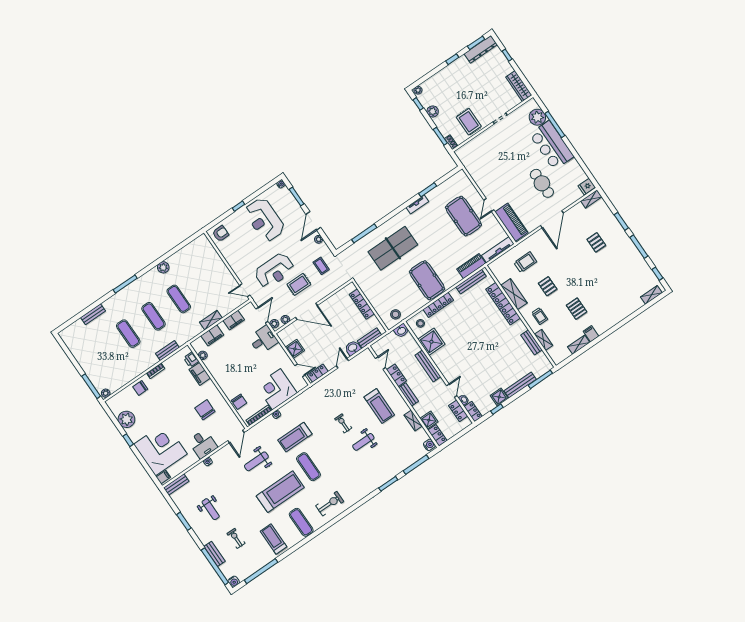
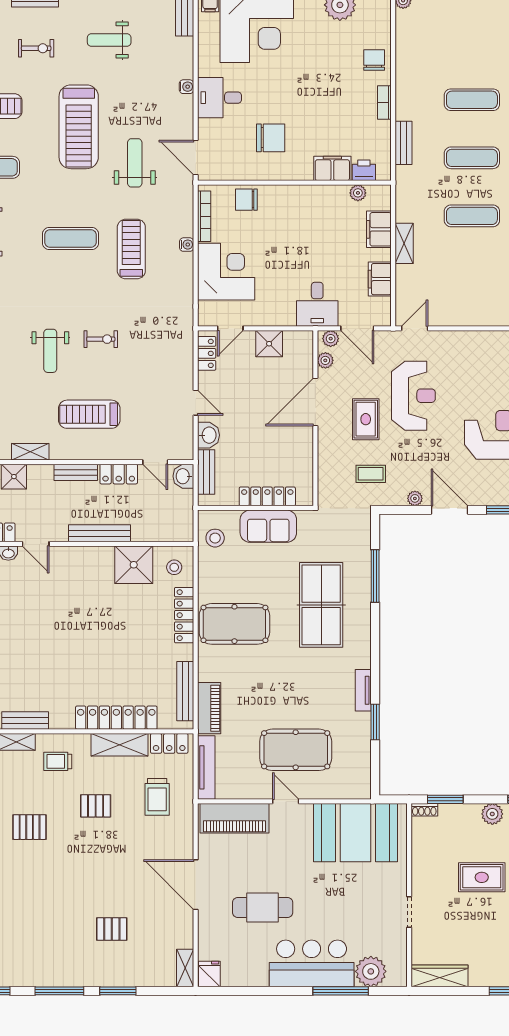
rug: (469, 122) -> (482, 877), moved
booth: (482, 165) -> (356, 833), added
reception desk: (274, 271) -> (413, 396), turned 180
locker: (498, 273) -> (169, 743), added
sofa: (374, 295) -> (268, 526), added
washbasin: (401, 331) -> (183, 476), moved
weight bench: (363, 442) -> (50, 351), turned 180
treadmill: (280, 492) -> (79, 127), moved

